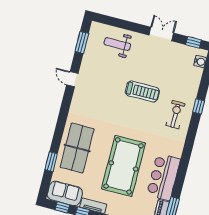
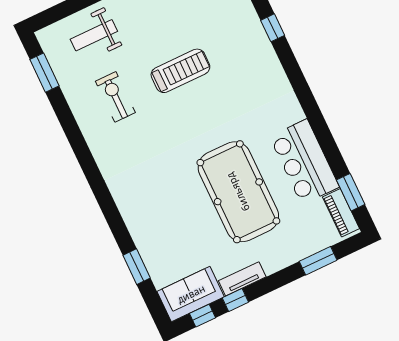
door: (72, 79) -> (73, 132), removed
exercise bike: (175, 115) -> (115, 97), moved
table tennis table: (77, 148) -> (156, 220), removed

